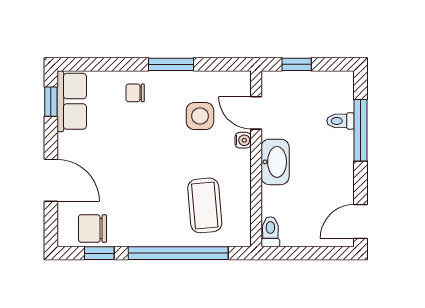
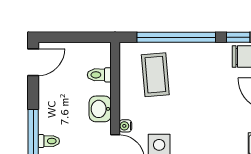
washbasin: (275, 162) -> (100, 109), width x0.72
toilet: (270, 232) -> (99, 75), moved, turned 90

